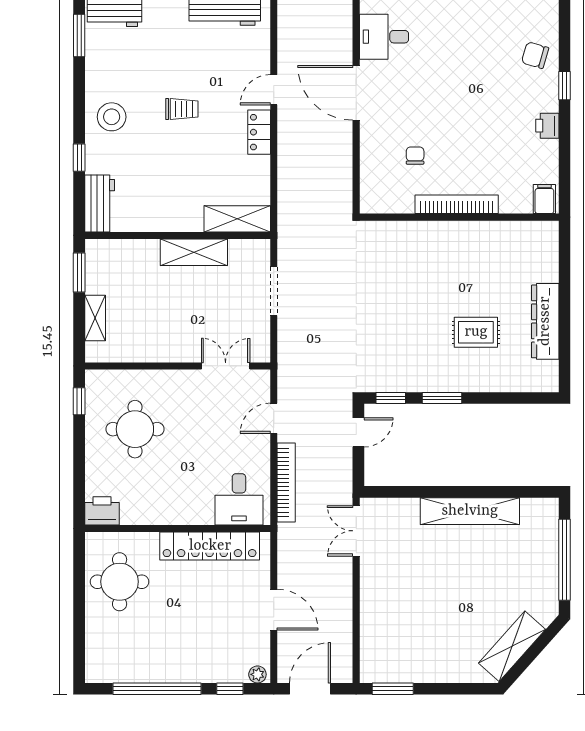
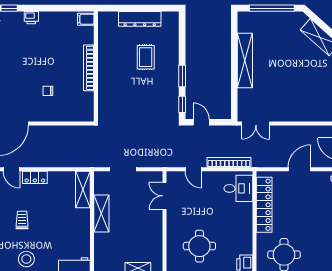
filing cabinet: (544, 199) -> (86, 19), moved
bookcase: (457, 204) -> (89, 68), moved
wall: (459, 217) -> (96, 66), moved

